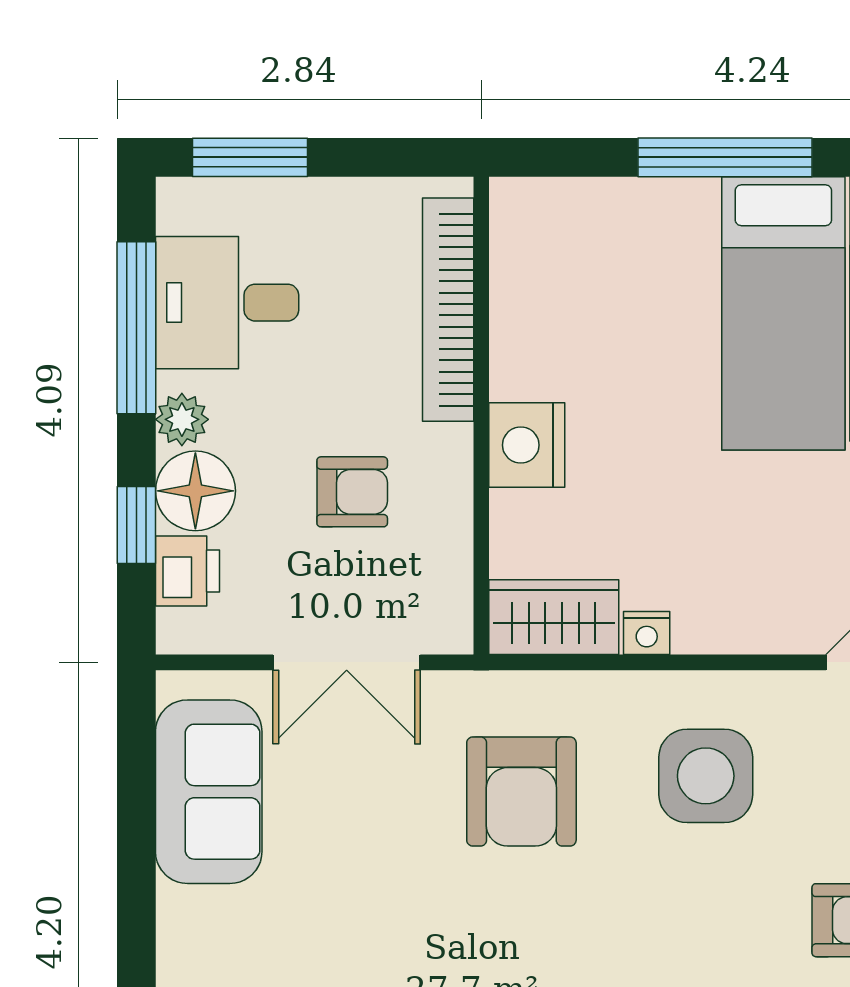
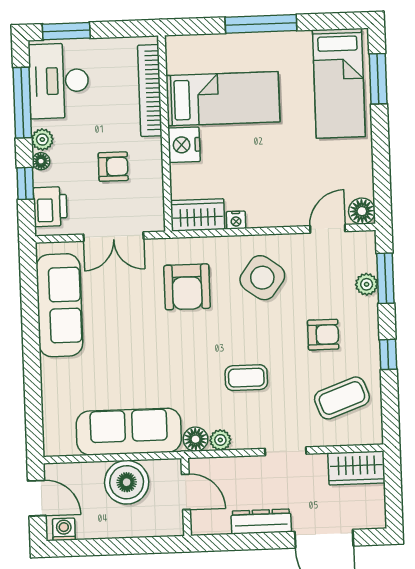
desk: (227, 303) -> (59, 81), width x1.37
bed: (783, 313) -> (223, 99), moved, turned -90
floor lamp: (195, 491) -> (41, 161), width x0.53, depth x0.53
printer: (187, 571) -> (50, 207), width x1.36, depth x1.24
side table: (706, 776) -> (262, 278), turned 36
sofa: (209, 792) -> (59, 305), width x1.36

